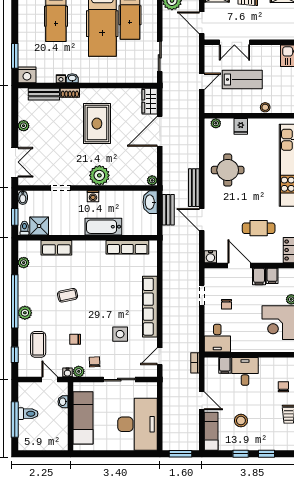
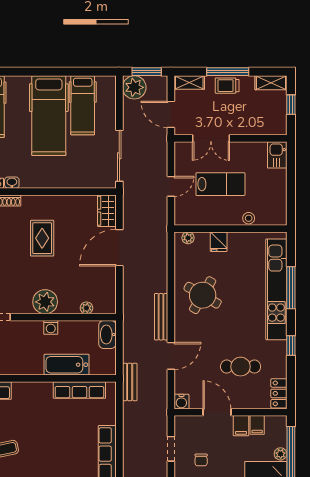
sliding door: (160, 56) -> (119, 156), width x1.37
rug: (97, 124) -> (42, 238), width x0.73, depth x0.70
round table: (228, 170) -> (203, 295), turned 30
plant: (152, 180) -> (86, 308), moved
washing machine: (93, 196) -> (51, 327), moved
bench: (168, 210) -> (130, 382), moved
door: (202, 220) -> (171, 356), swing flipped
bathtub: (103, 227) -> (67, 365), moved

